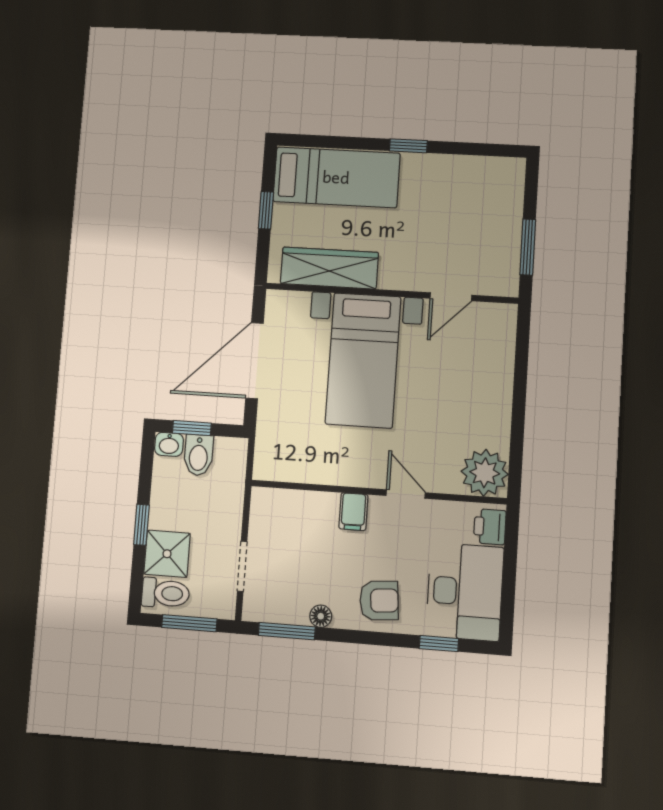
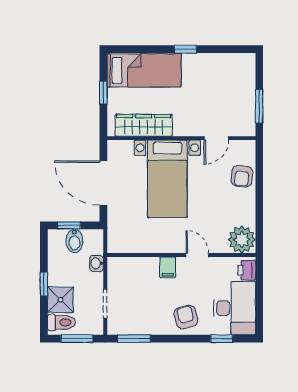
door: (255, 361) -> (103, 183), hinge flipped
armchair: (491, 364) -> (242, 176), added
washbasin: (169, 444) -> (97, 263), moved, turned 90
armchair: (379, 601) -> (186, 317), turned -100
floor lamp: (321, 616) -> (153, 329), removed

